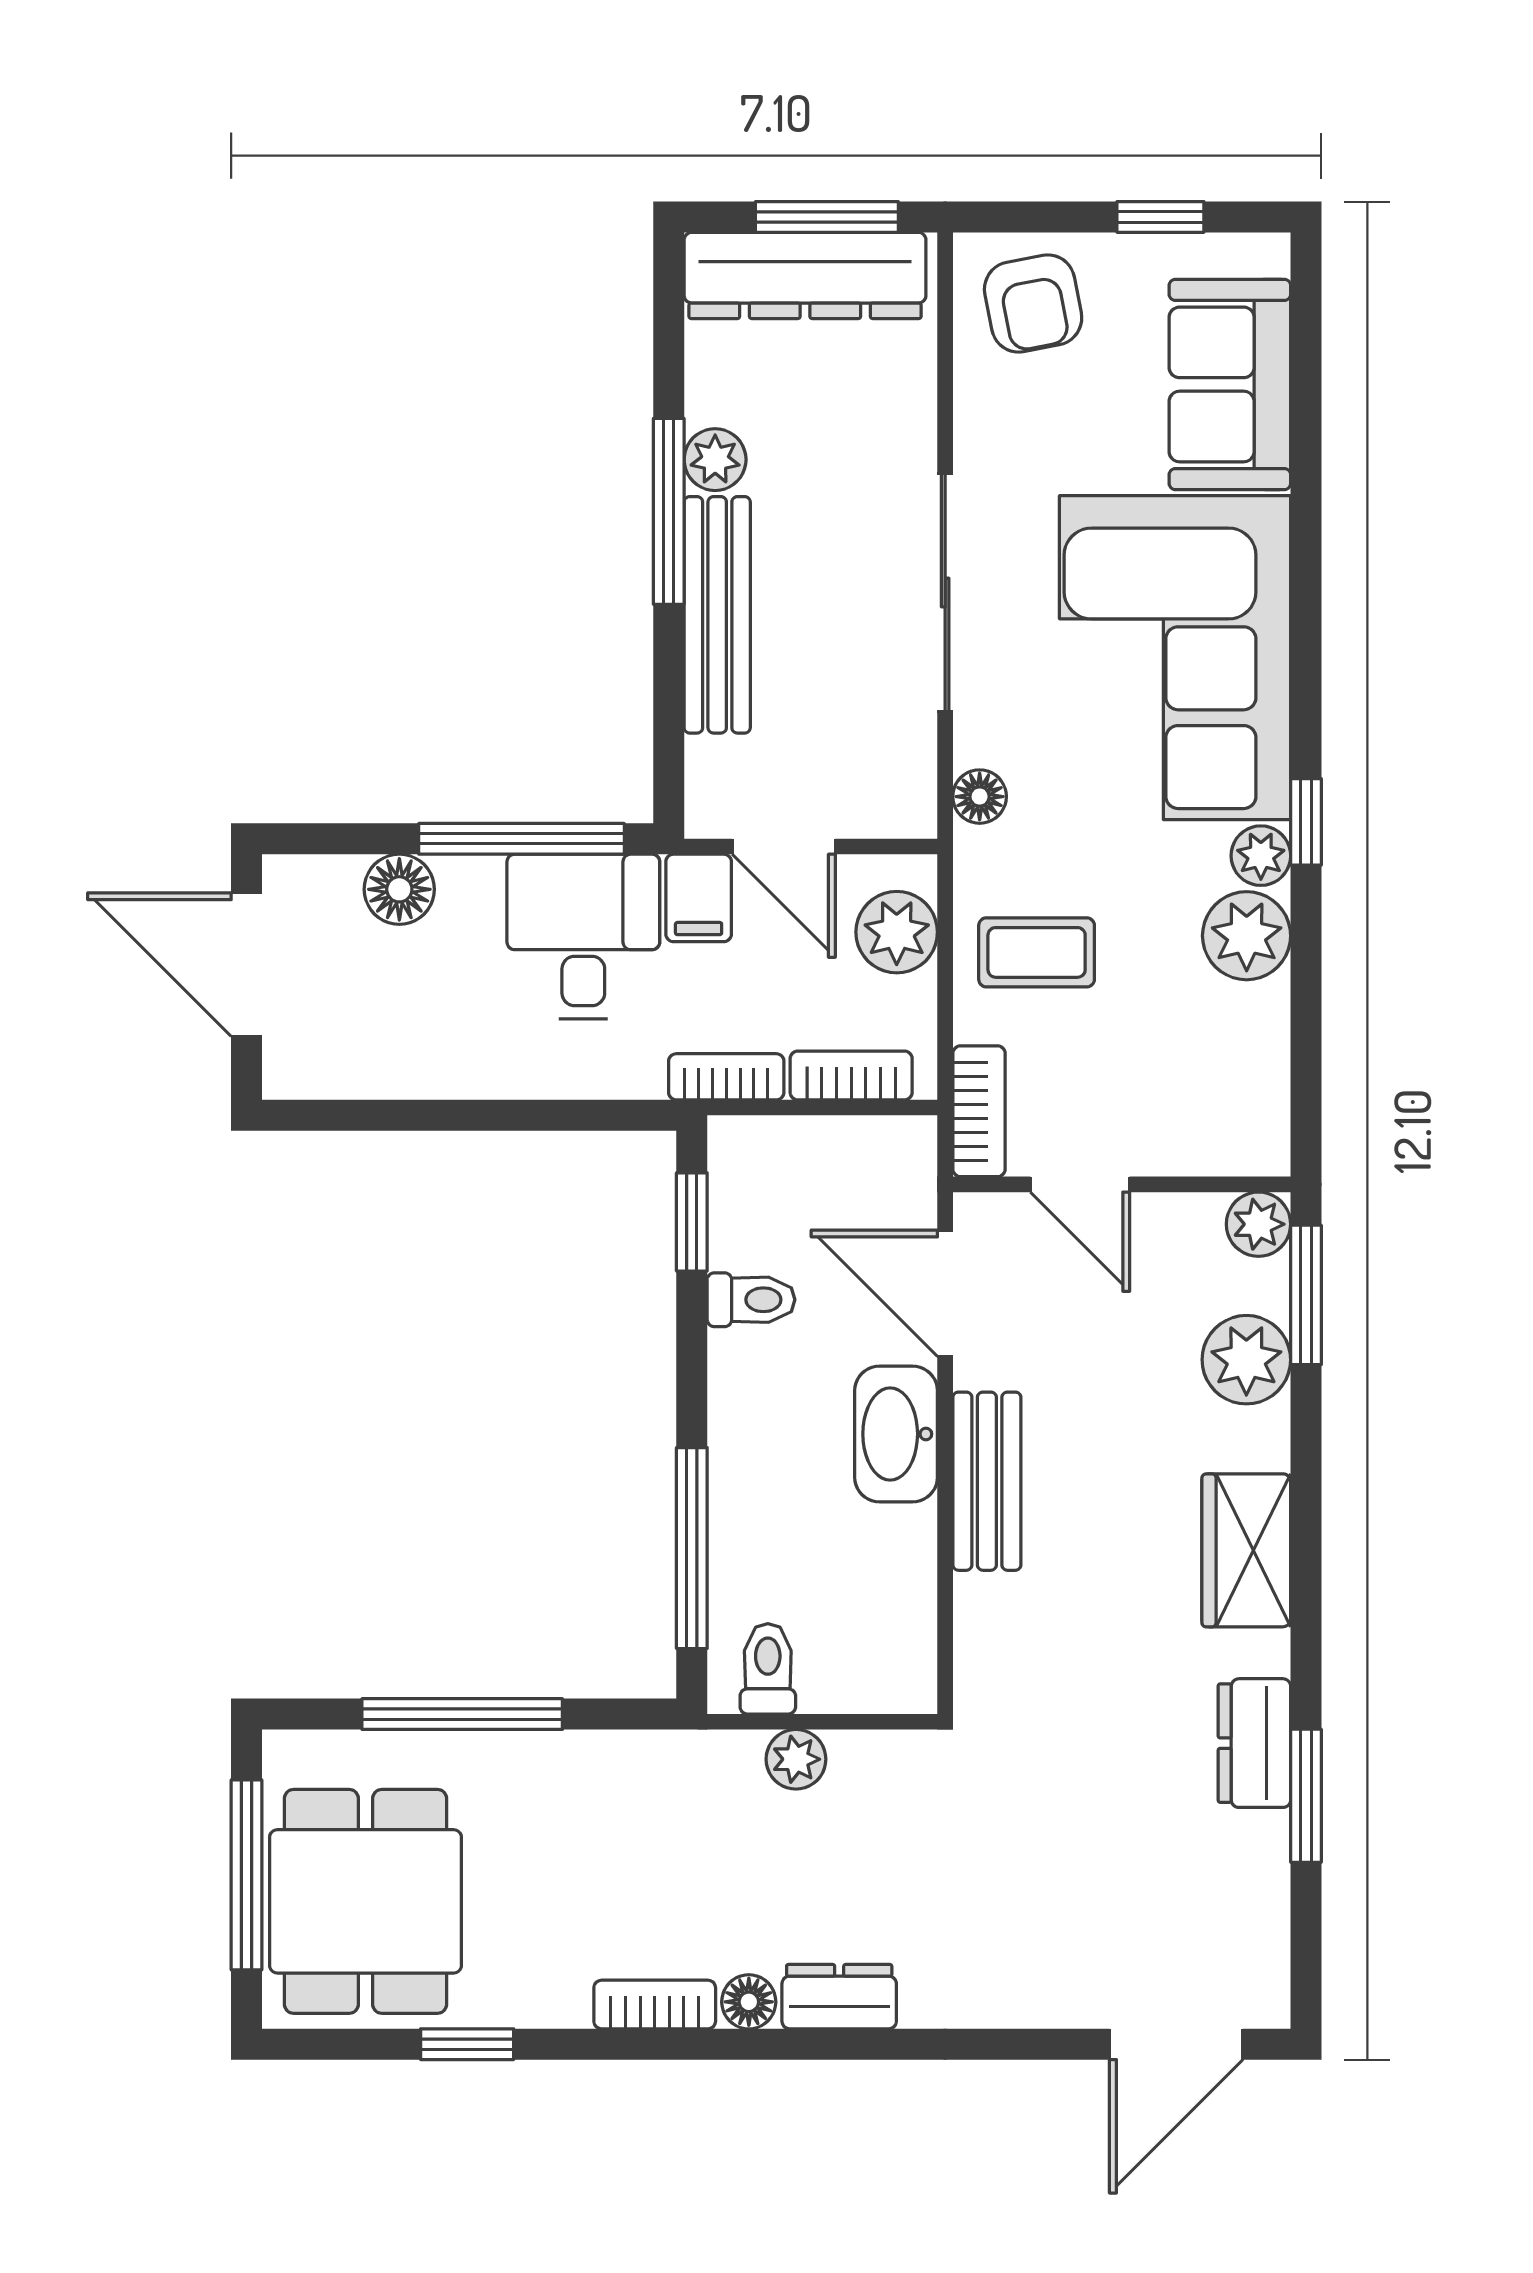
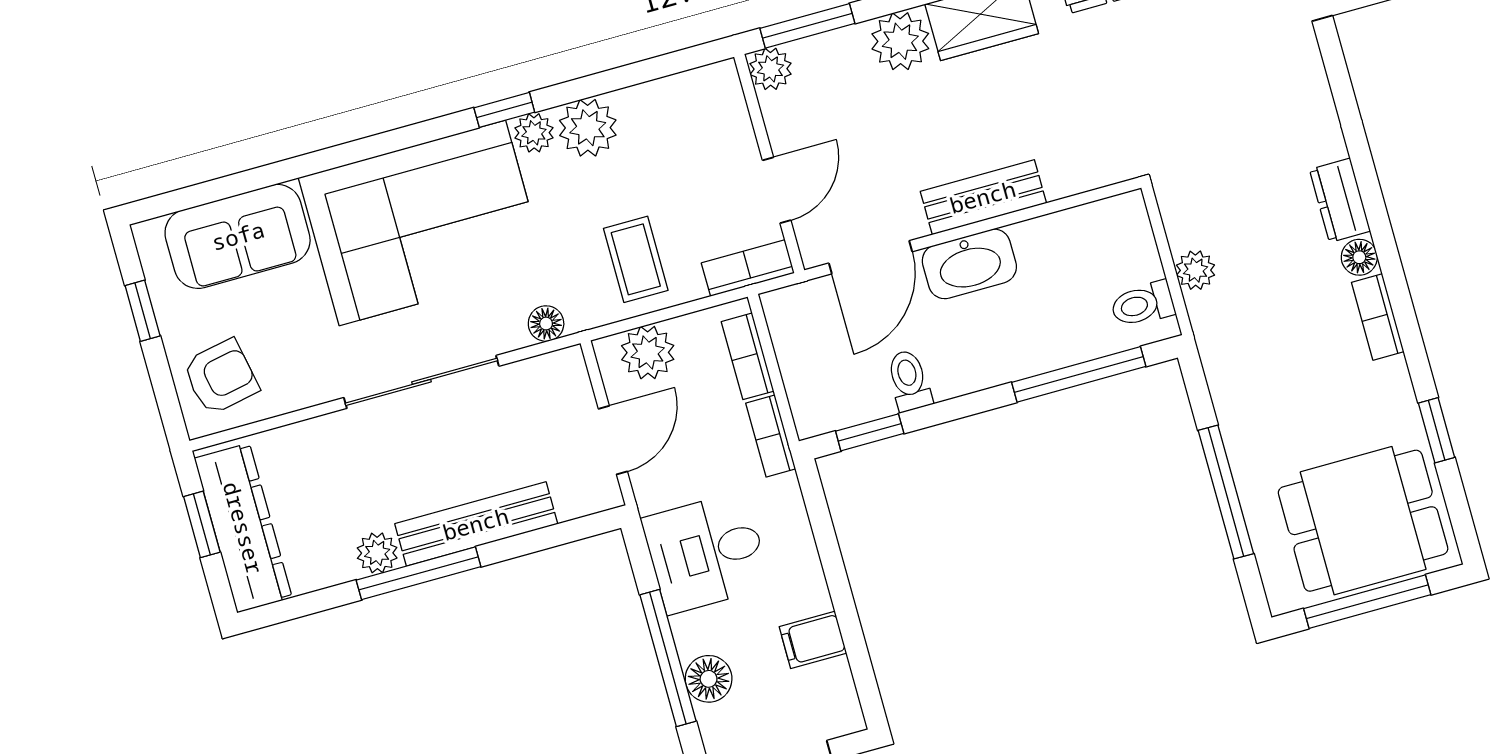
window: (827, 217) -> (202, 524), width x0.67
window: (522, 839) -> (668, 658), moved
filing cabinet: (699, 898) -> (813, 640), moved, turned 180
plant: (1246, 1360) -> (900, 41), moved

